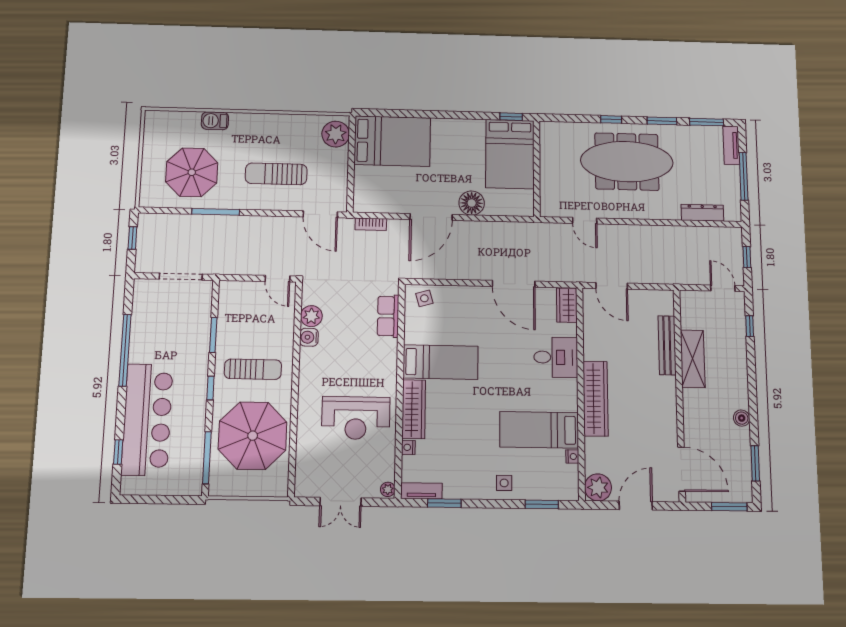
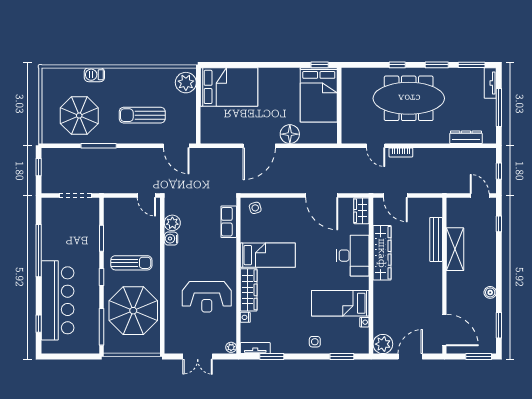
bookcase: (371, 224) -> (401, 152), moved
desk: (556, 357) -> (353, 256), width x1.37
wardrobe: (596, 399) -> (382, 253), moved

